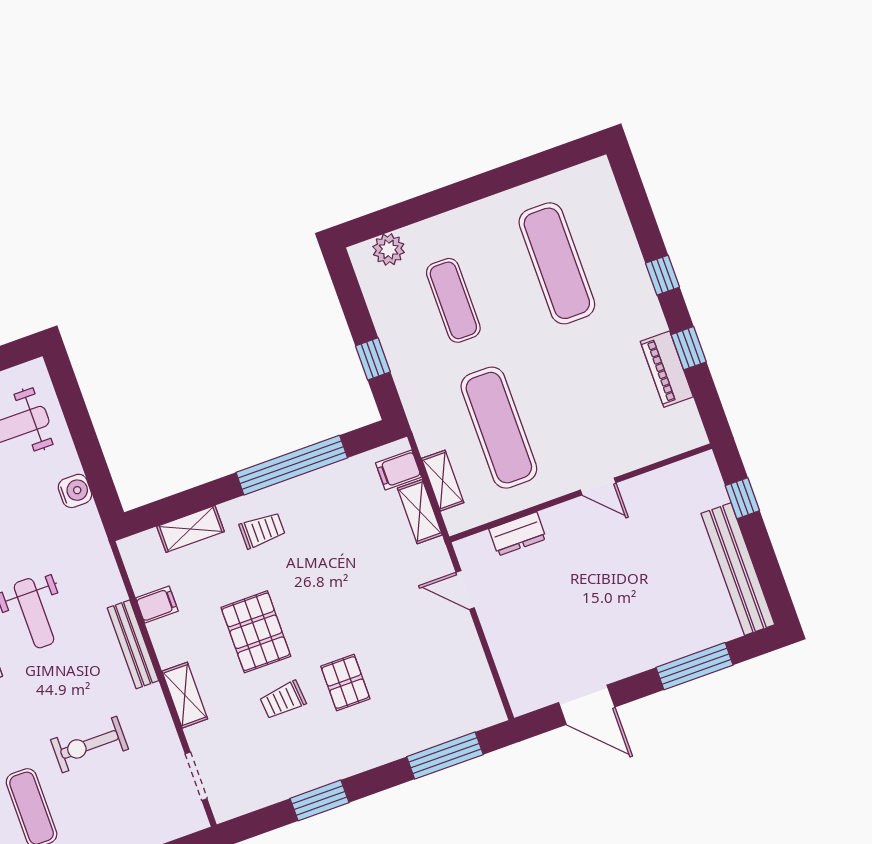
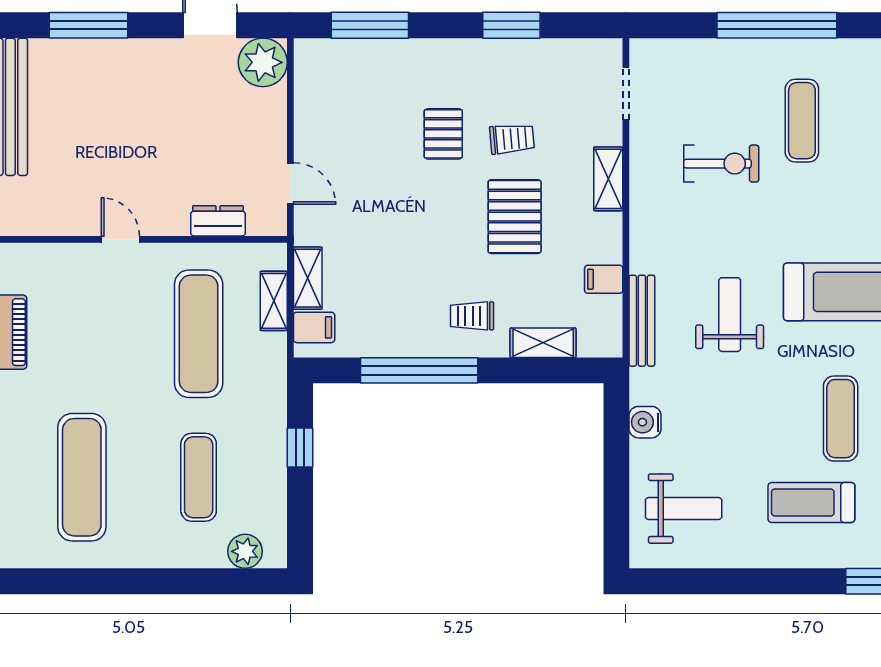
bench: (133, 644) -> (642, 321), moved
plant: (528, 689) -> (263, 62), added

